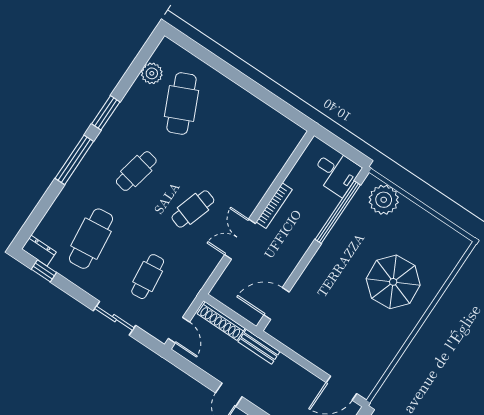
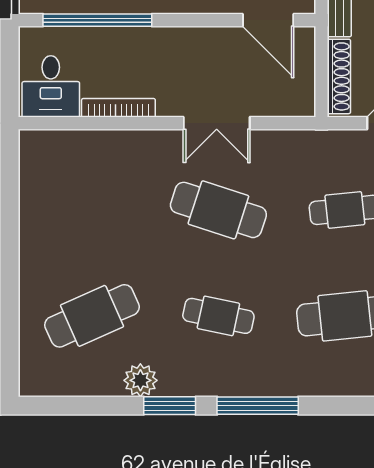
plant: (152, 73) -> (140, 380), moved
desk: (336, 172) -> (51, 86), moved, turned 180
bookcase: (274, 206) -> (118, 108), moved
cafe table: (193, 209) -> (218, 210), width x1.37, depth x1.35

